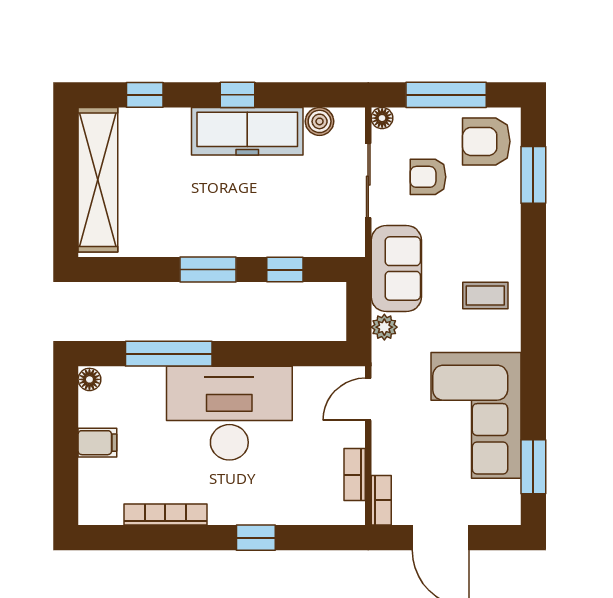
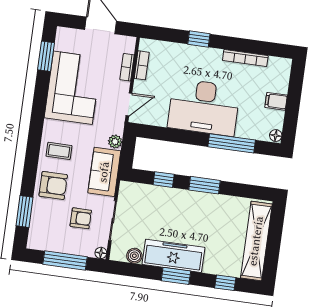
window: (238, 95) -> (176, 276), width x1.50
armchair: (486, 141) -> (53, 185), moved
bookcase: (381, 500) -> (127, 67), moved

